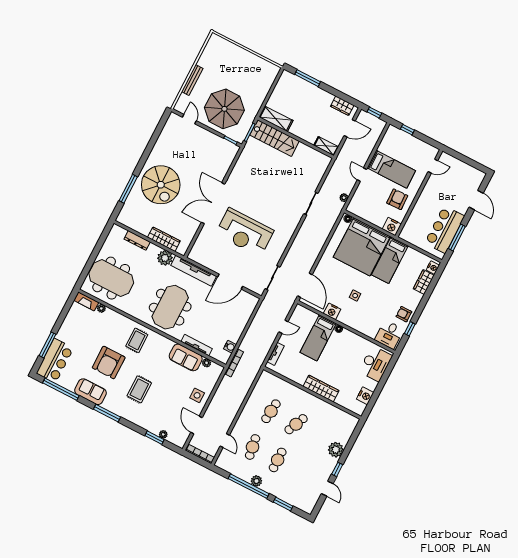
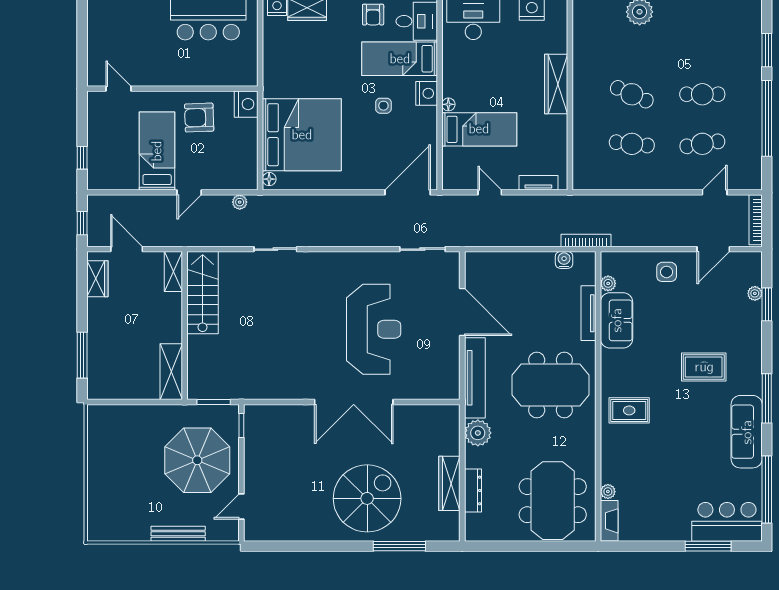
stairs: (274, 138) -> (203, 293), moved
wardrobe: (164, 239) -> (449, 483), moved
bed: (390, 260) -> (400, 59), moved, turned 180
nightstand: (332, 311) -> (427, 93), moved
armchair: (109, 362) -> (686, 436), removed
sofa: (91, 392) -> (747, 432), width x1.36
plant: (256, 481) -> (752, 110), removed

